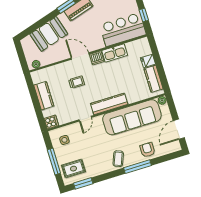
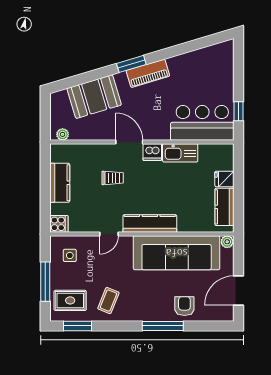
coffee table: (118, 159) -> (108, 301), moved

